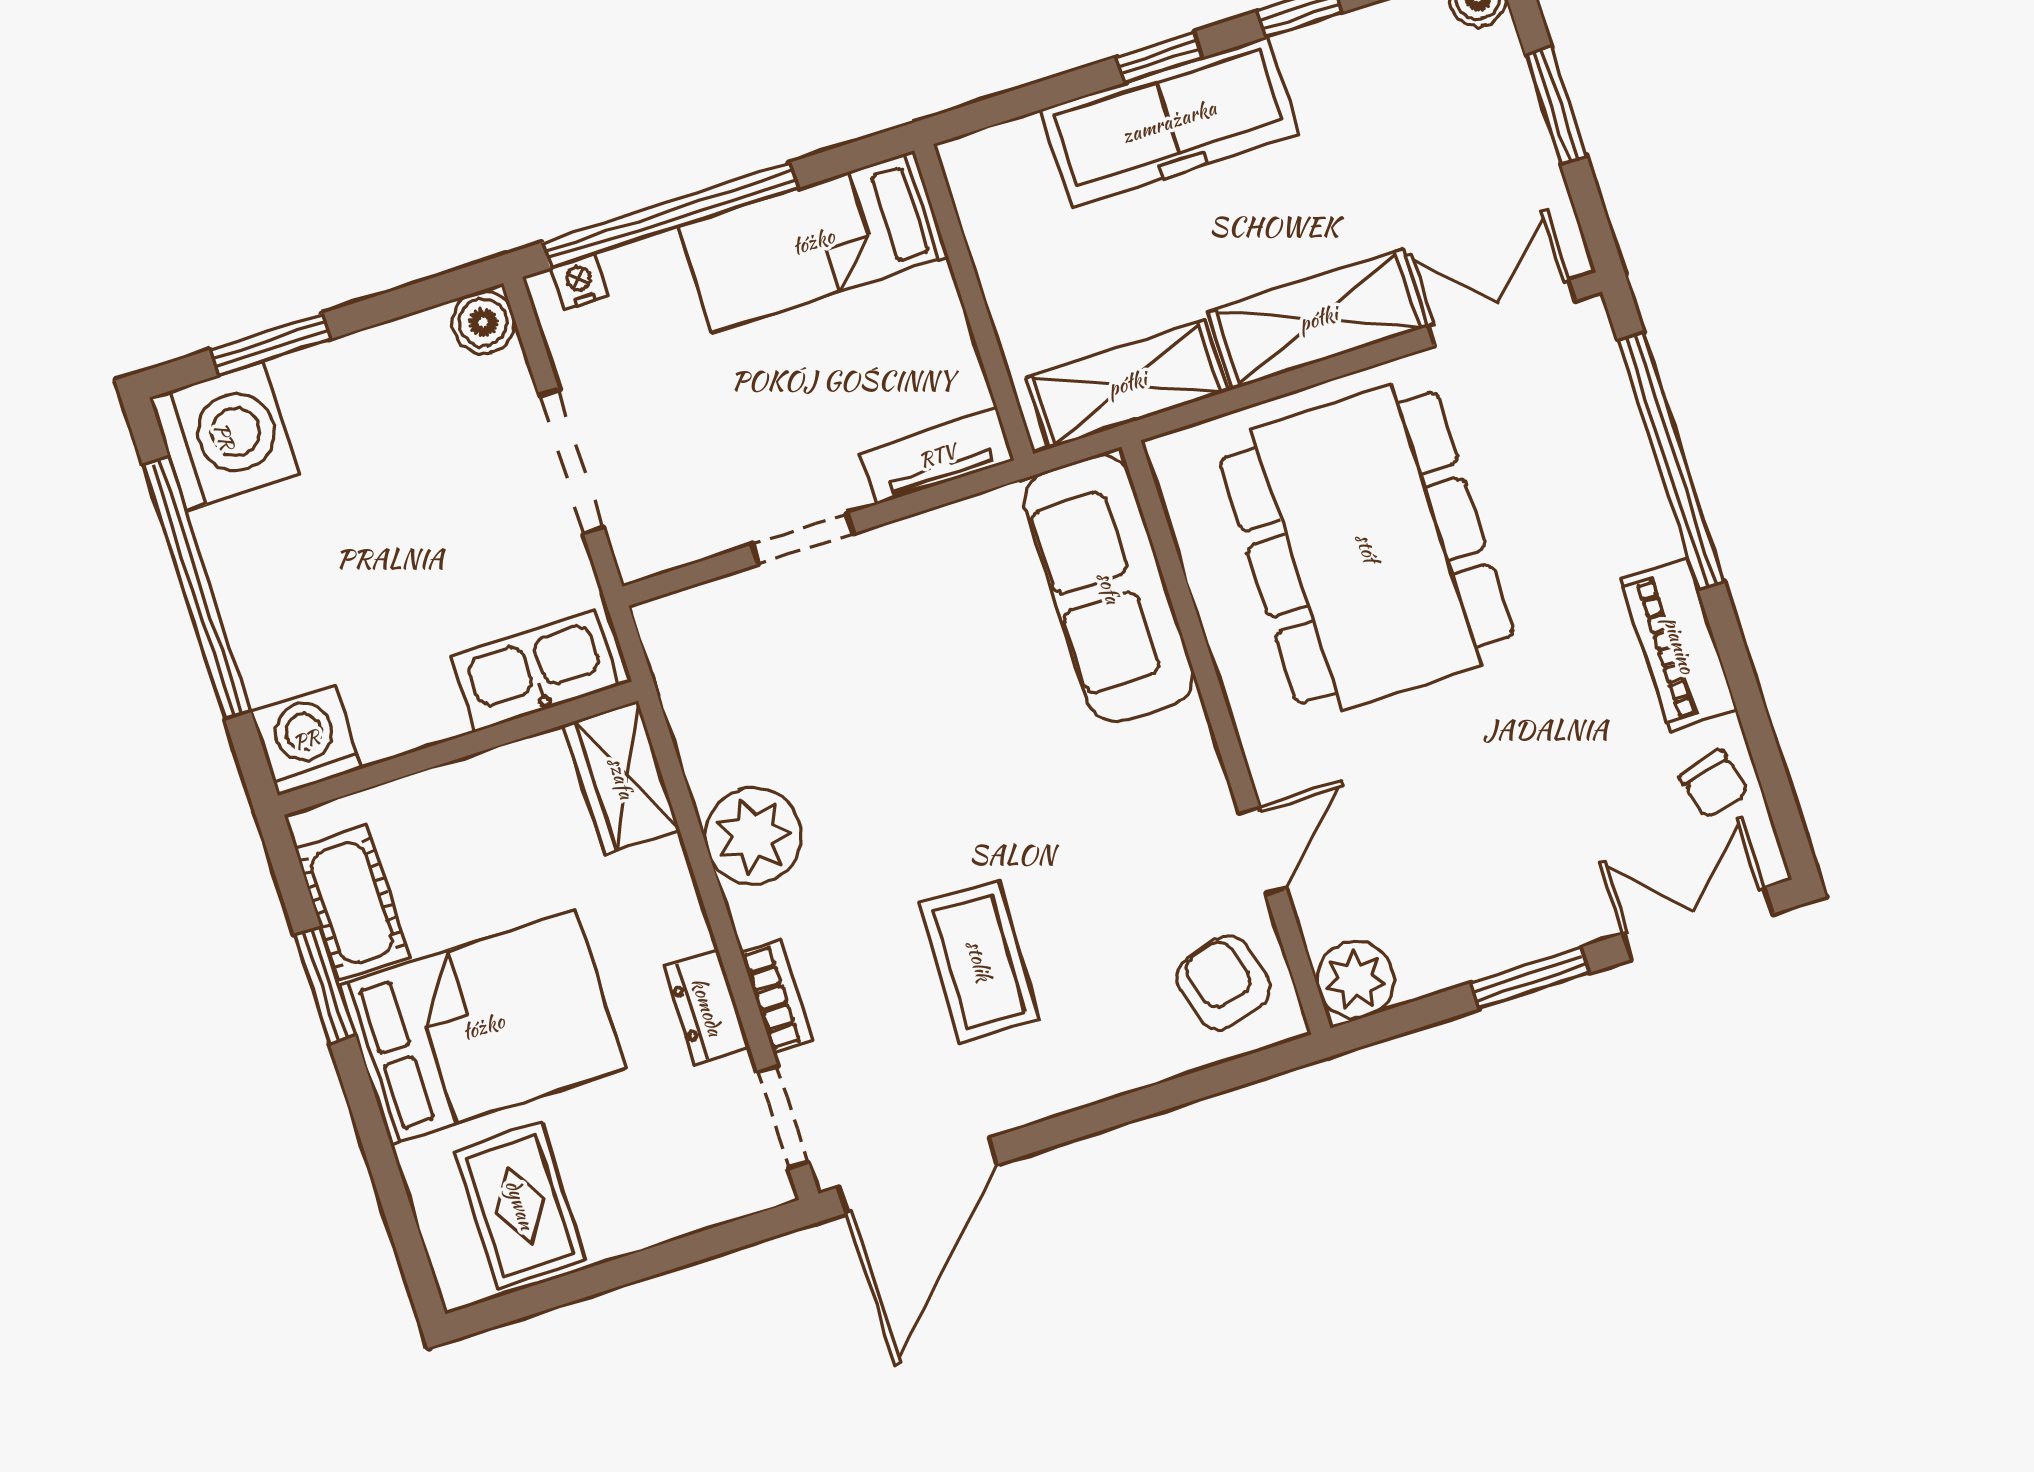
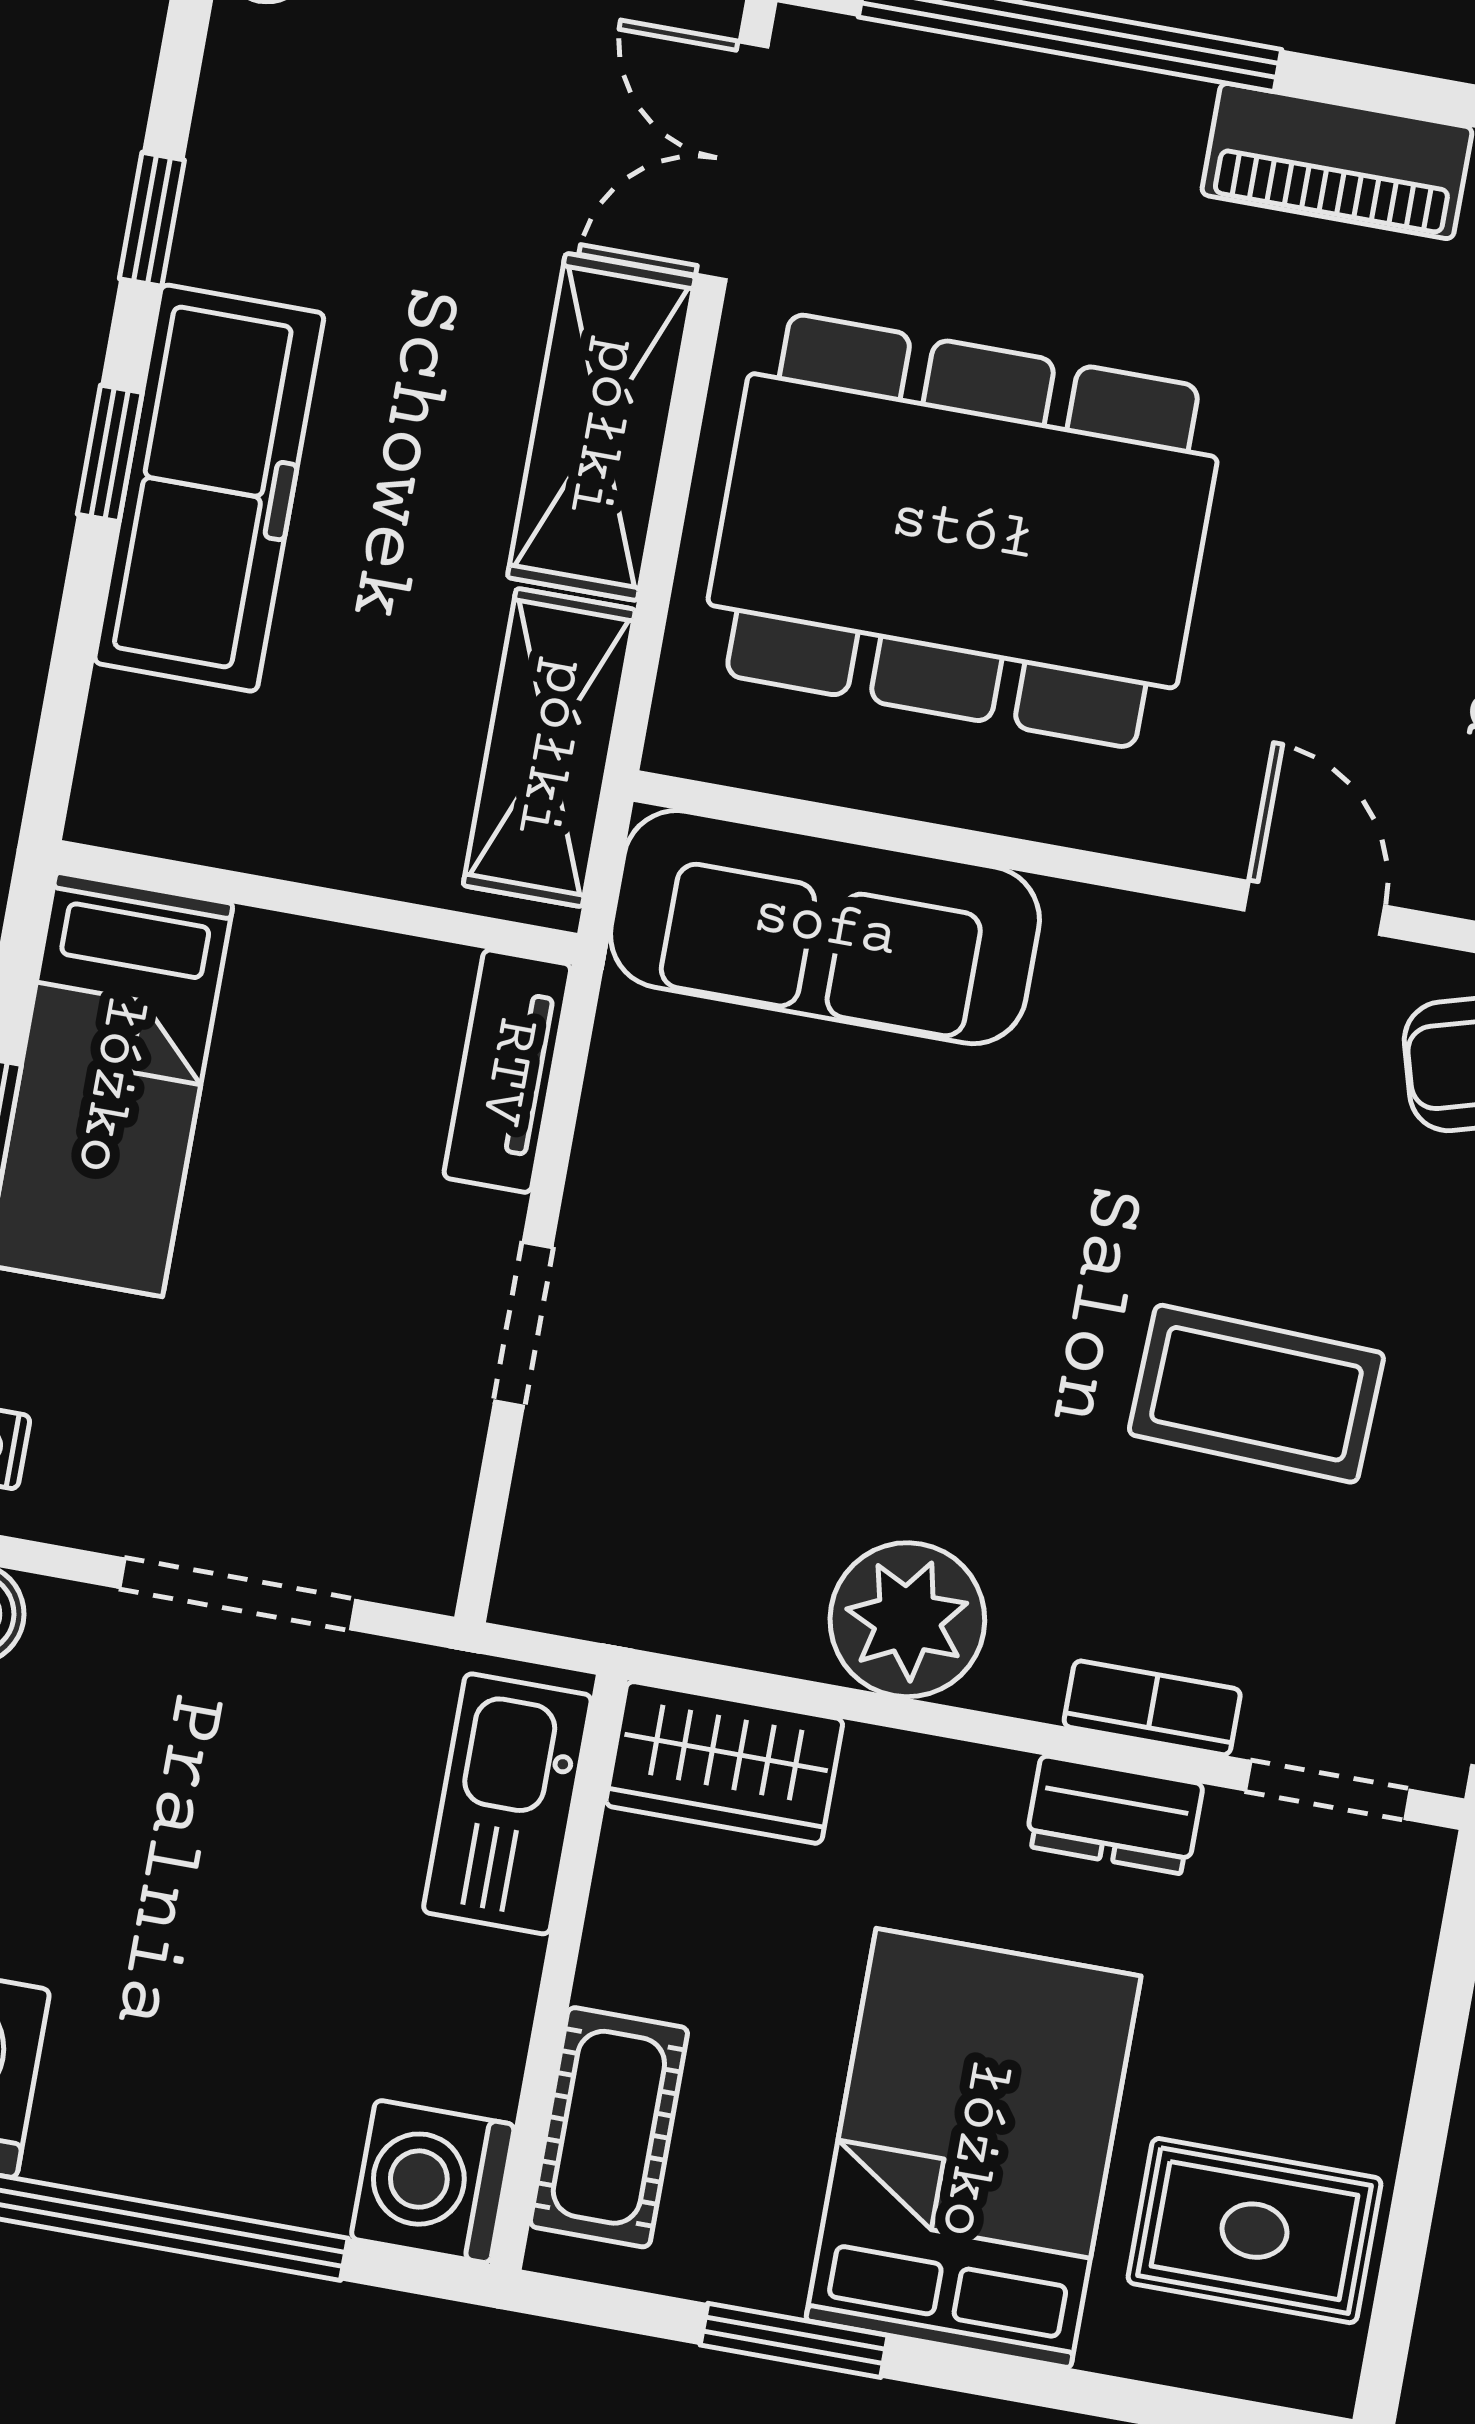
cot: (352, 903) -> (609, 2127), moved, turned 90

